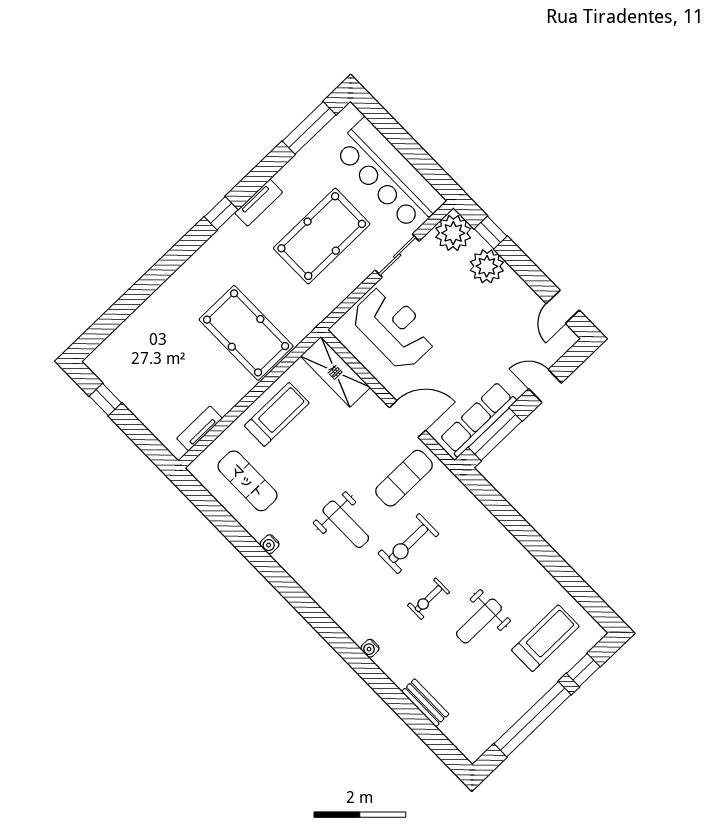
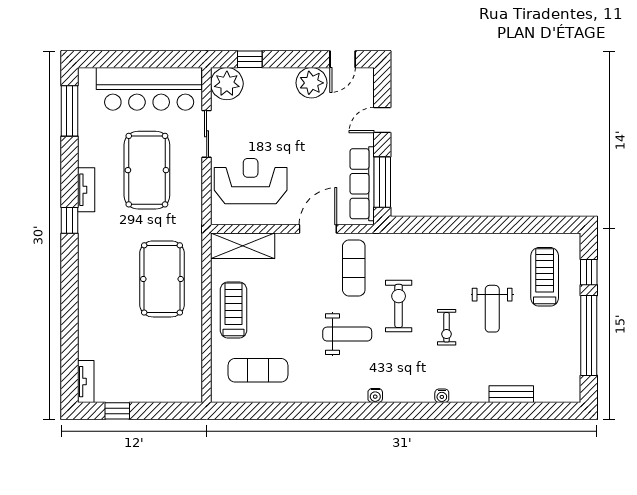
plant: (487, 266) -> (311, 83), moved
door: (563, 307) -> (343, 59), hinge flipped
pool table: (246, 333) -> (162, 279), turned 90
tv unit: (199, 428) -> (86, 382), moved, turned 180
water cooler: (270, 544) -> (375, 395), moved
exercise bike: (408, 544) -> (399, 306), turned 180

